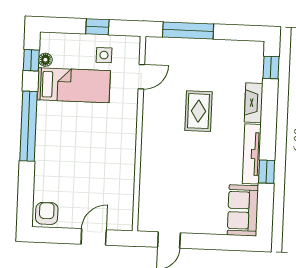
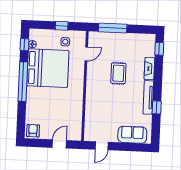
bed: (74, 85) -> (48, 68), width x2.04
sofa: (243, 210) -> (132, 135), moved, turned 90

